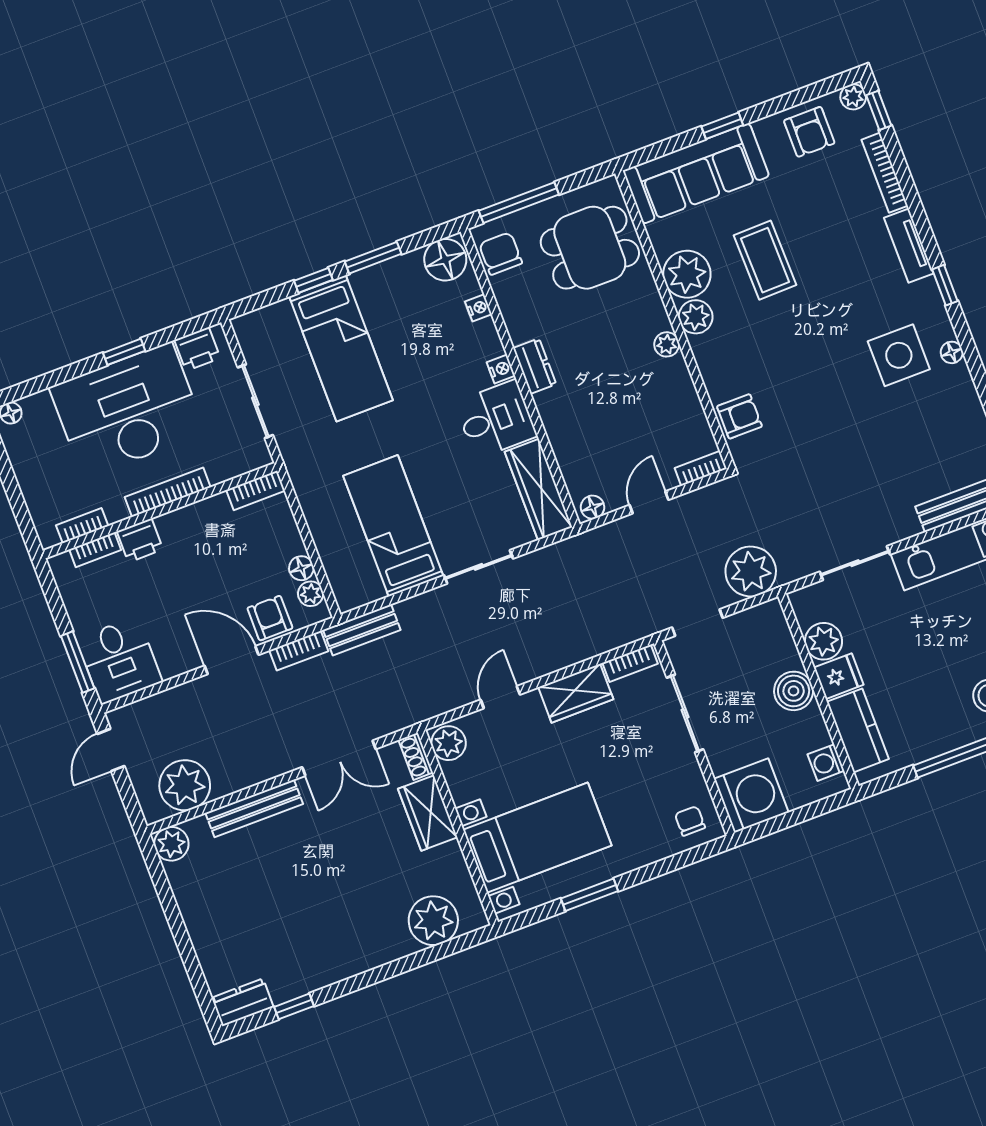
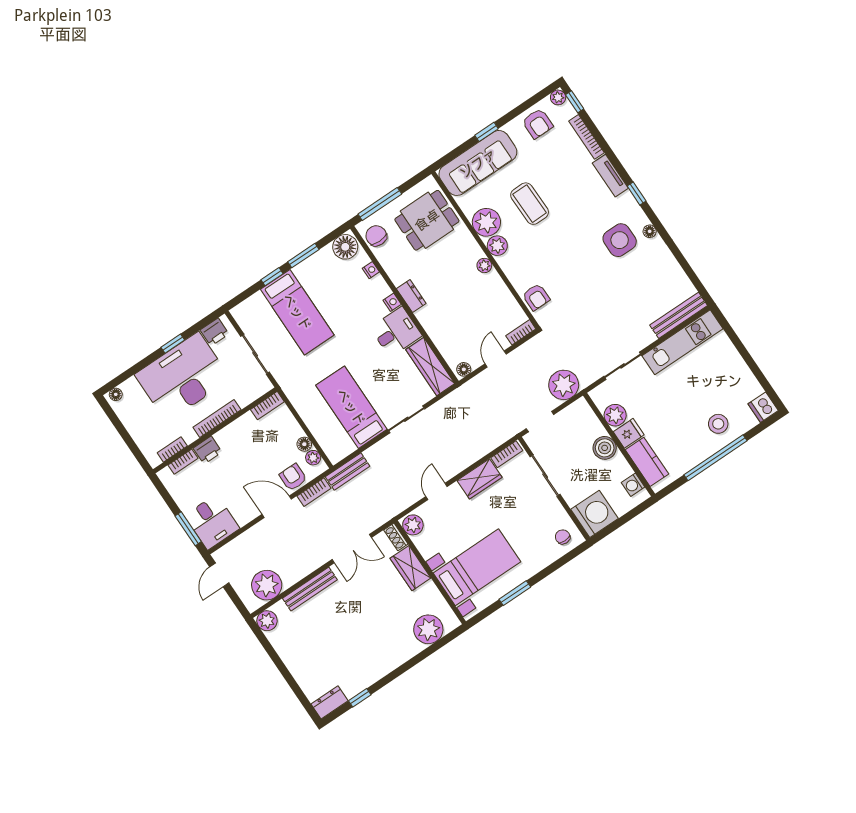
armchair: (739, 416) -> (536, 297), turned 90

